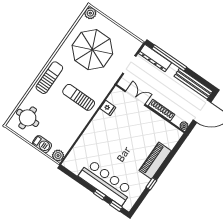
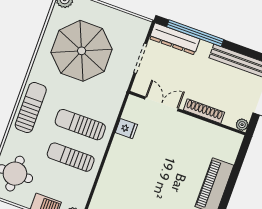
sun lounger: (67, 117) -> (71, 157), added

